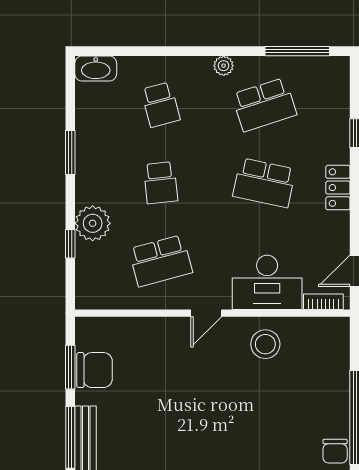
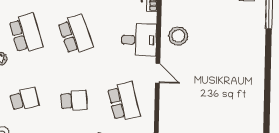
school desk: (264, 183) -> (75, 34), turned -33
desk: (267, 282) -> (139, 40), width x0.73

